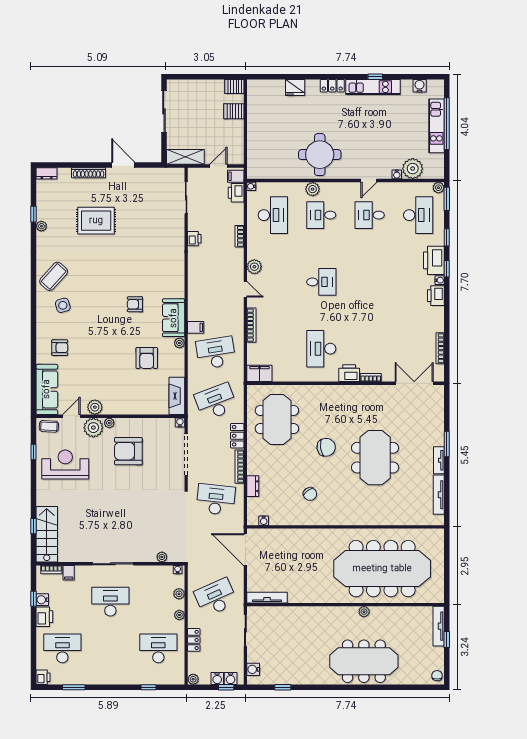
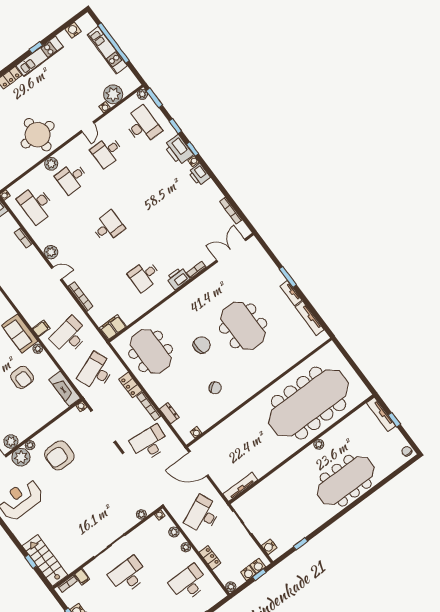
desk: (273, 215) -> (36, 204), turned 180
desk: (321, 349) -> (144, 276), width x0.73

